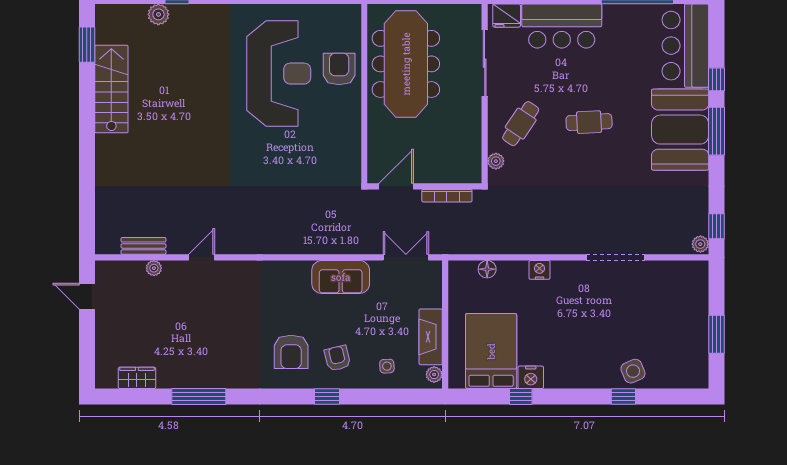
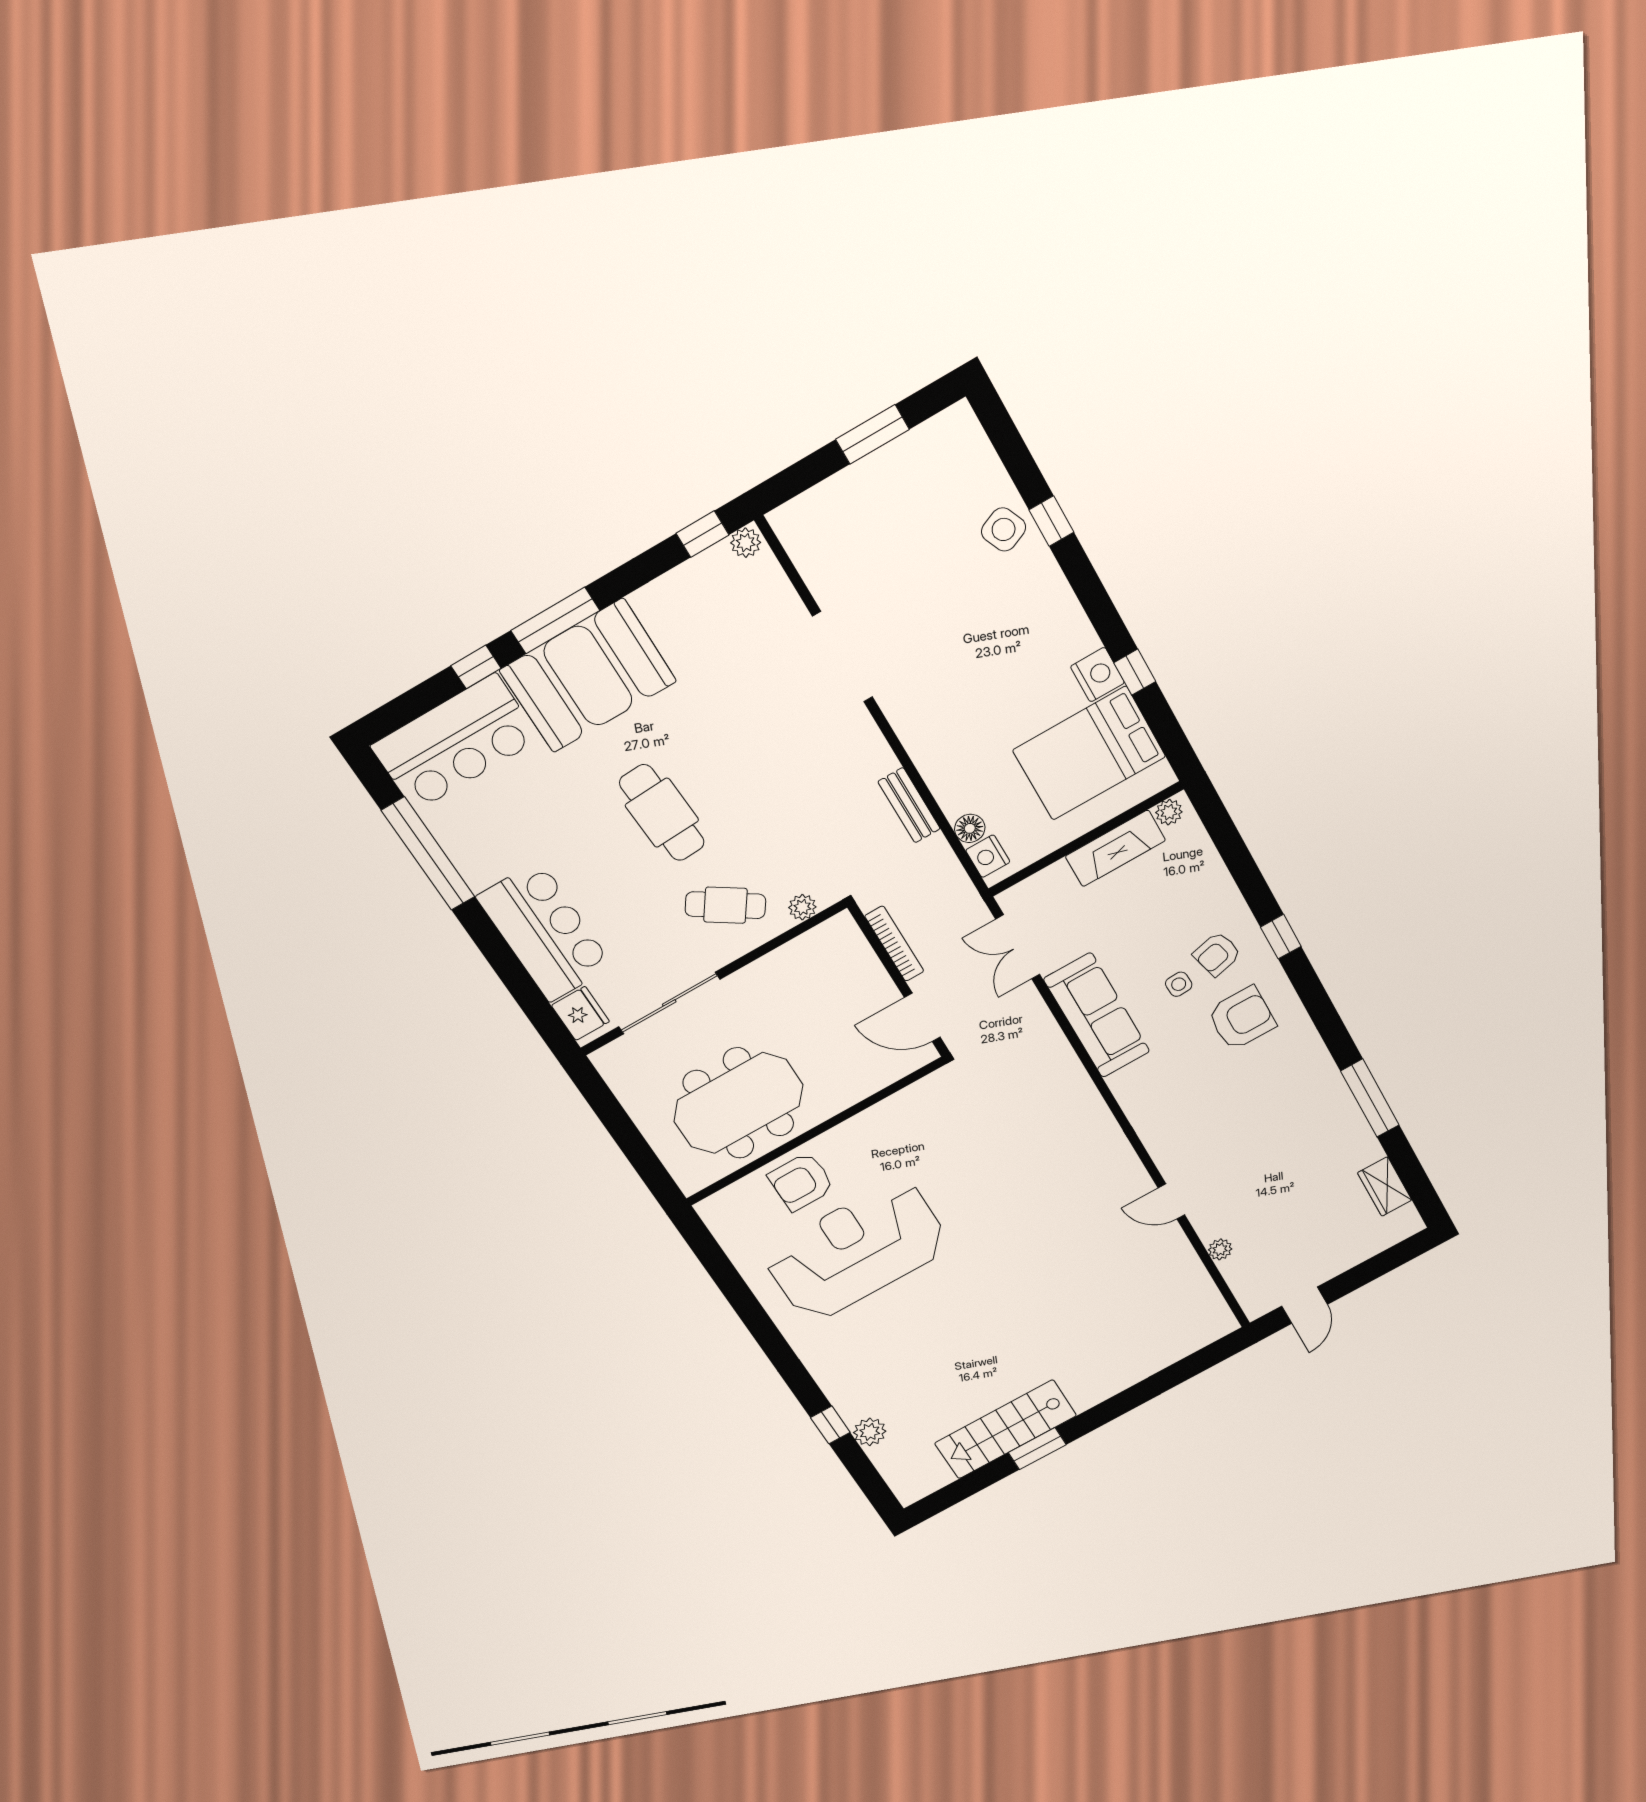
window: (87, 45) -> (1037, 1449), moved
meeting table: (406, 64) -> (738, 1103), width x0.73
cafe table: (589, 122) -> (662, 813), width x1.37, depth x1.35
bench: (143, 246) -> (909, 805), moved
nightstand: (539, 270) -> (988, 856), moved
sofa: (341, 277) -> (1097, 1015), width x1.36
side table: (387, 366) -> (1179, 984), moved

